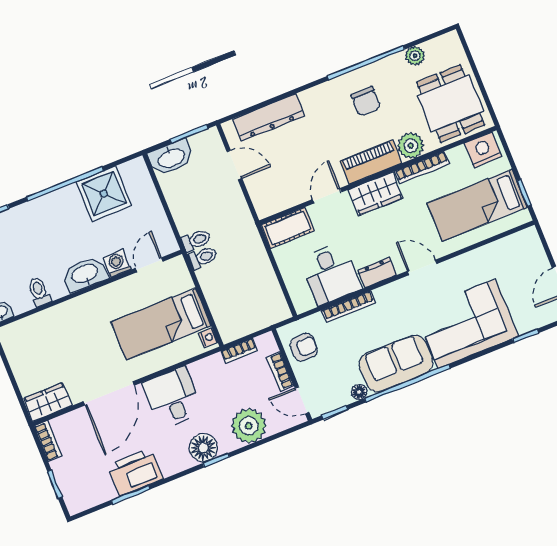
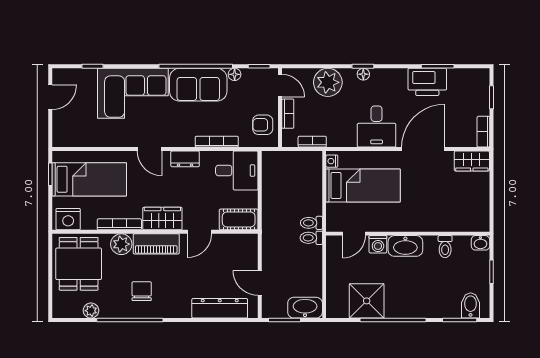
desk: (331, 274) -> (237, 171), moved, turned 90
floor lamp: (203, 448) -> (363, 74), width x0.53, depth x0.53

